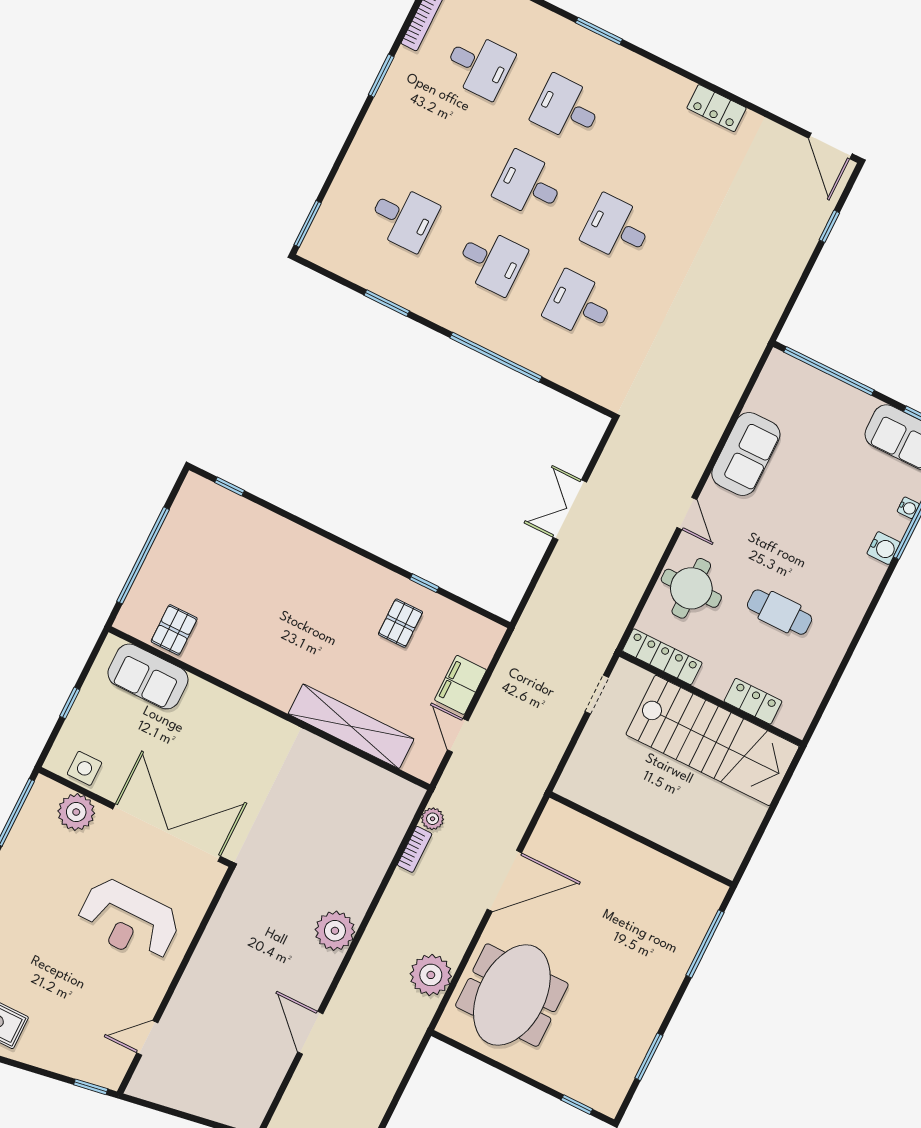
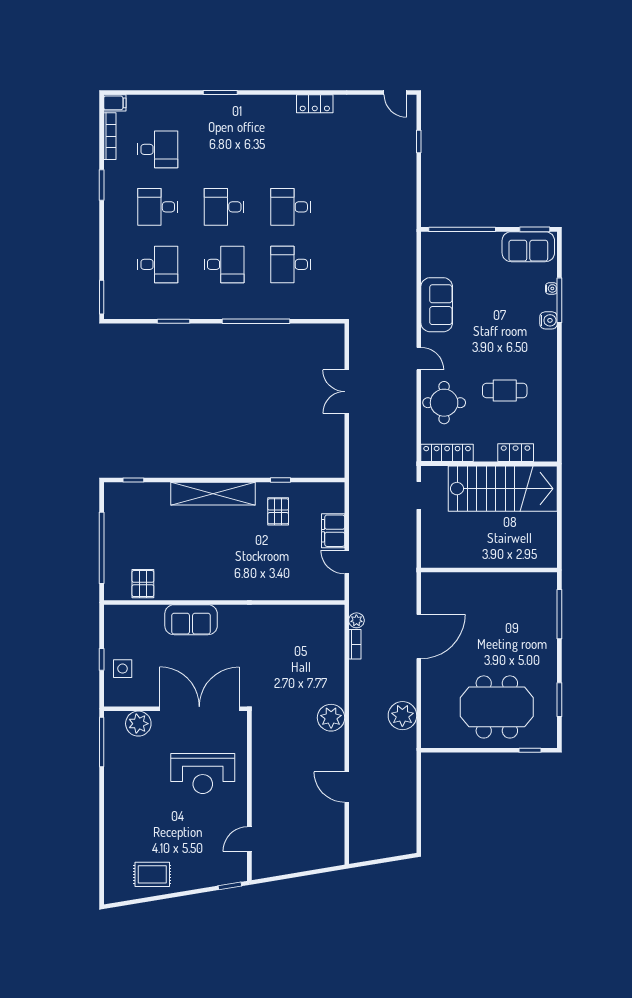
desk: (567, 109) -> (158, 207), moved
door: (830, 146) -> (395, 92), width x0.73
sofa: (148, 676) -> (191, 620), moved
shelving: (351, 726) -> (213, 494), moved
side table: (85, 768) -> (123, 669), moved
meeting table: (512, 995) -> (497, 707), moved, turned 90

